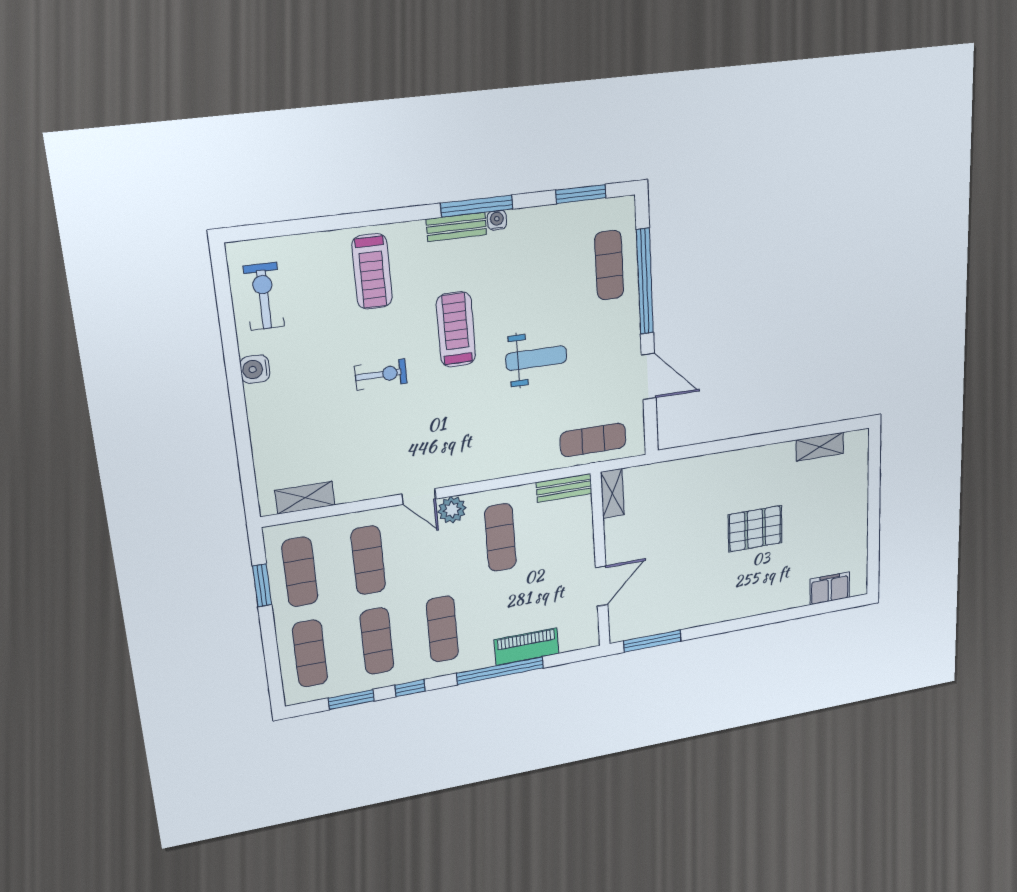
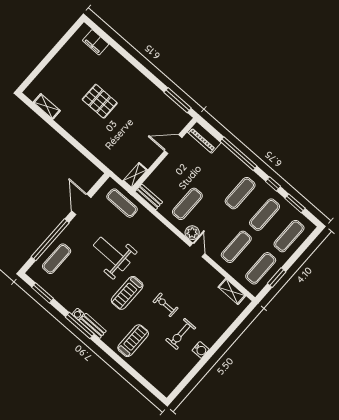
exercise bike: (264, 296) -> (181, 334), moved
weight bench: (536, 358) -> (112, 254), width x1.36, depth x1.33
piano: (527, 647) -> (204, 137), moved

